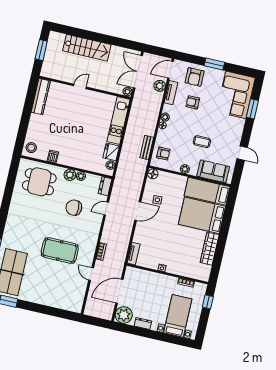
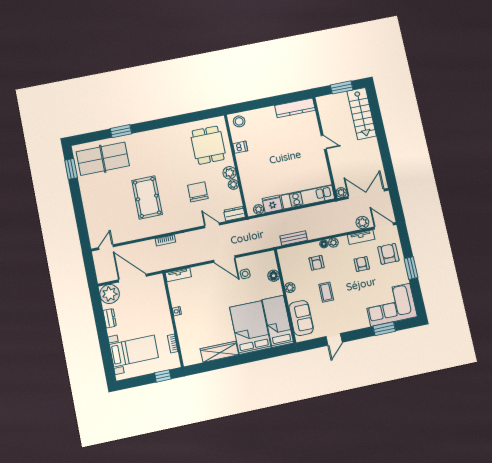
stairs: (87, 48) -> (362, 114), moved
armchair: (195, 77) -> (388, 254), turned 90
armchair: (163, 154) -> (317, 263), moved
floor lamp: (153, 174) -> (274, 276), moved
door: (91, 274) -> (106, 247), moved

